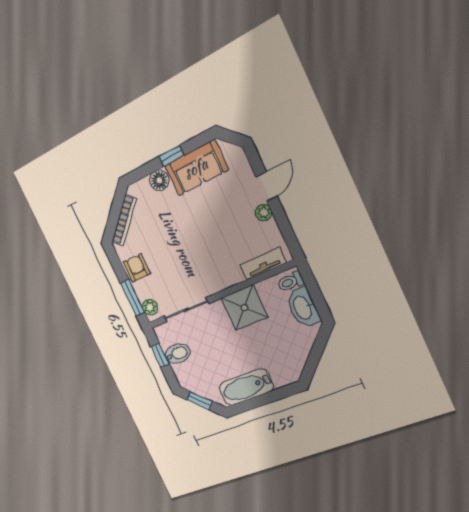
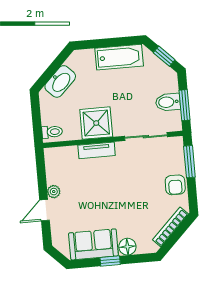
tv unit: (263, 264) -> (97, 150), moved
plant: (150, 307) -> (177, 149), removed
washbasin: (303, 308) -> (60, 81), moved, turned 45
window: (160, 355) -> (184, 105), width x1.50

